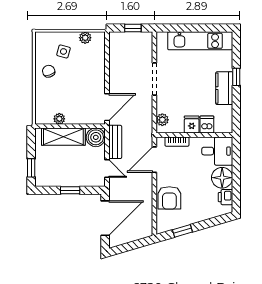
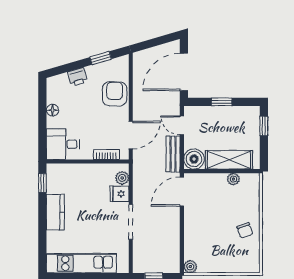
plant: (85, 38) -> (190, 267), moved
side table: (63, 51) -> (229, 252), removed
window: (236, 77) -> (42, 183), moved
fridge: (192, 125) -> (119, 194), moved, turned 90
dishwasher: (207, 125) -> (74, 173), removed
floor lamp: (222, 178) -> (52, 110), width x0.53, depth x0.53
printer: (225, 197) -> (78, 77), moved, turned 74

